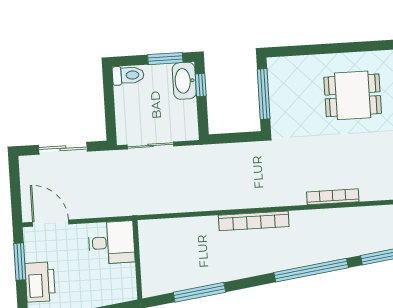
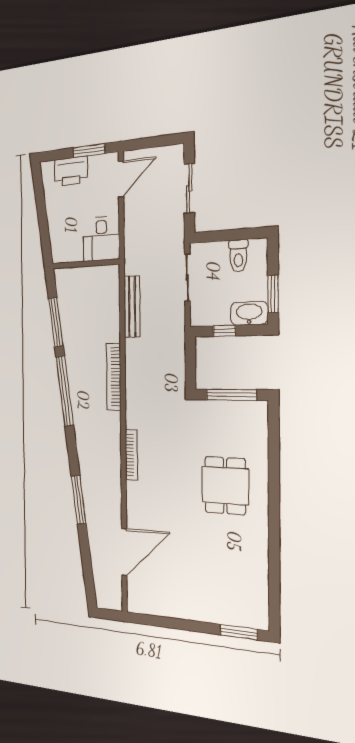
toilet: (128, 75) -> (238, 256), moved
window: (201, 85) -> (224, 331), moved
bench: (181, 204) -> (132, 307), added
window: (311, 270) -> (65, 391), moved

